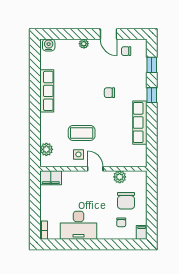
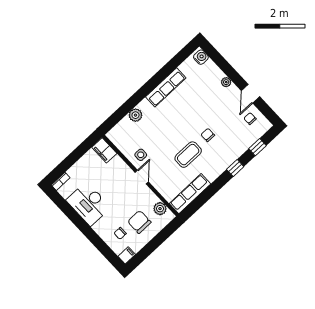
row of seats: (140, 123) -> (190, 194), moved
coffee table: (82, 133) -> (188, 155), moved, turned 90
plant: (46, 149) -> (135, 115), moved
plant: (120, 177) -> (160, 209), moved
chair: (126, 201) -> (139, 222), turned 90

